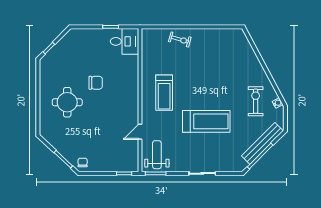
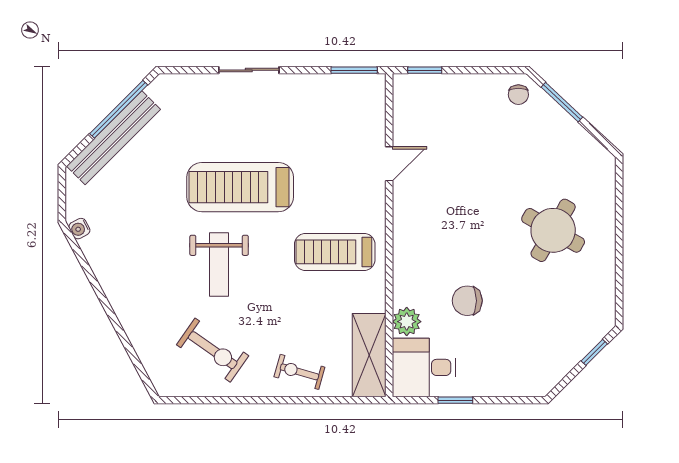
shelving: (149, 47) -> (369, 355), added
plant: (132, 62) -> (407, 322), added
chair: (96, 83) -> (467, 301), moved
treadmill: (164, 93) -> (335, 252), turned -90
exercise bike: (256, 101) -> (213, 350), moved, turned -55
round table: (67, 102) -> (553, 230), turned 30
weight bench: (157, 155) -> (219, 264), moved

